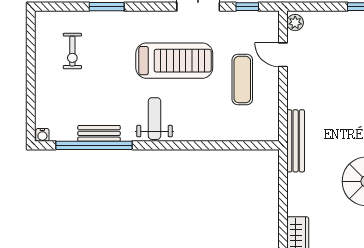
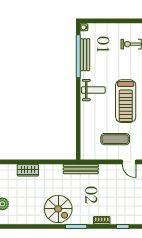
door: (283, 55) -> (129, 162), swing flipped
bench: (99, 133) -> (85, 55), width x1.36

